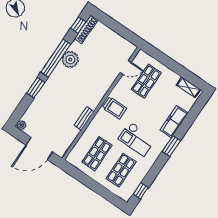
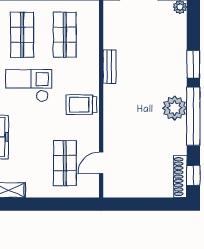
plant: (70, 60) -> (175, 108), moved

